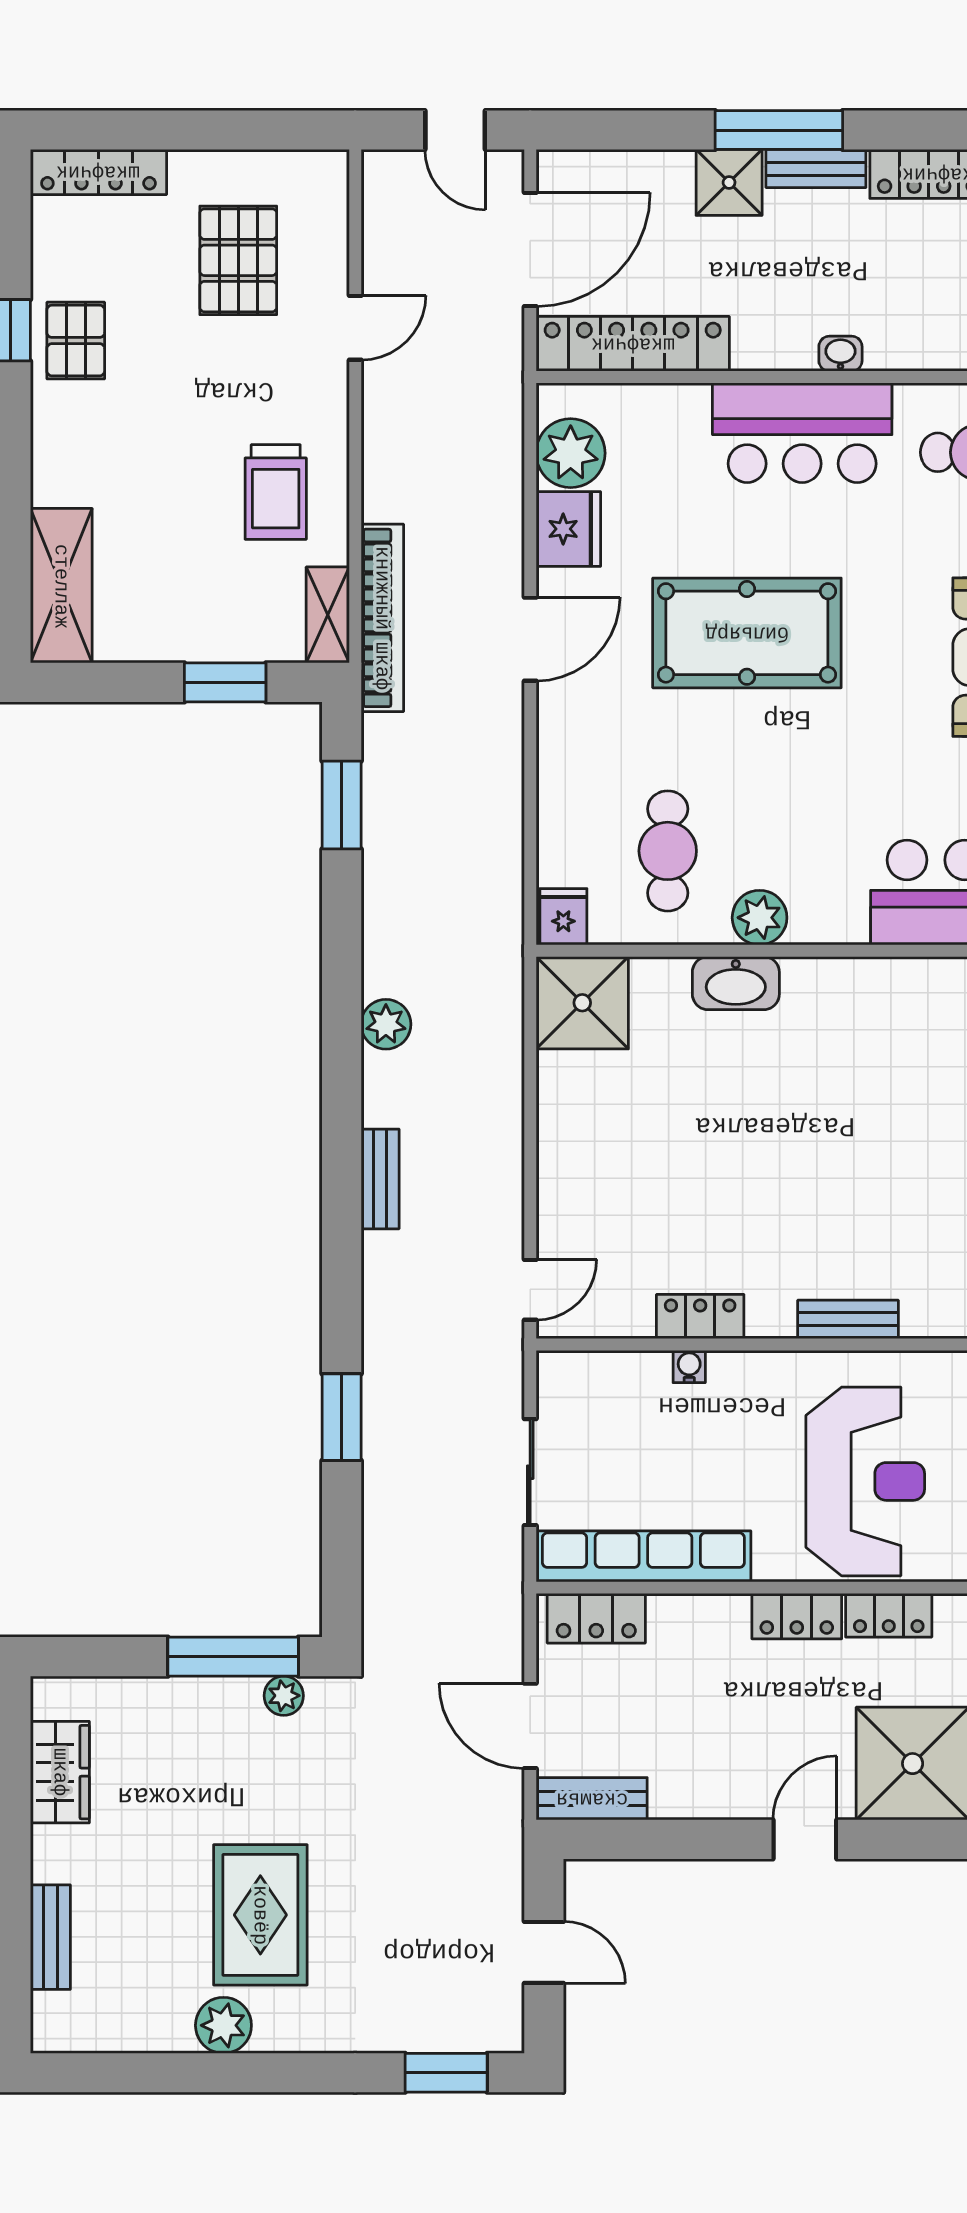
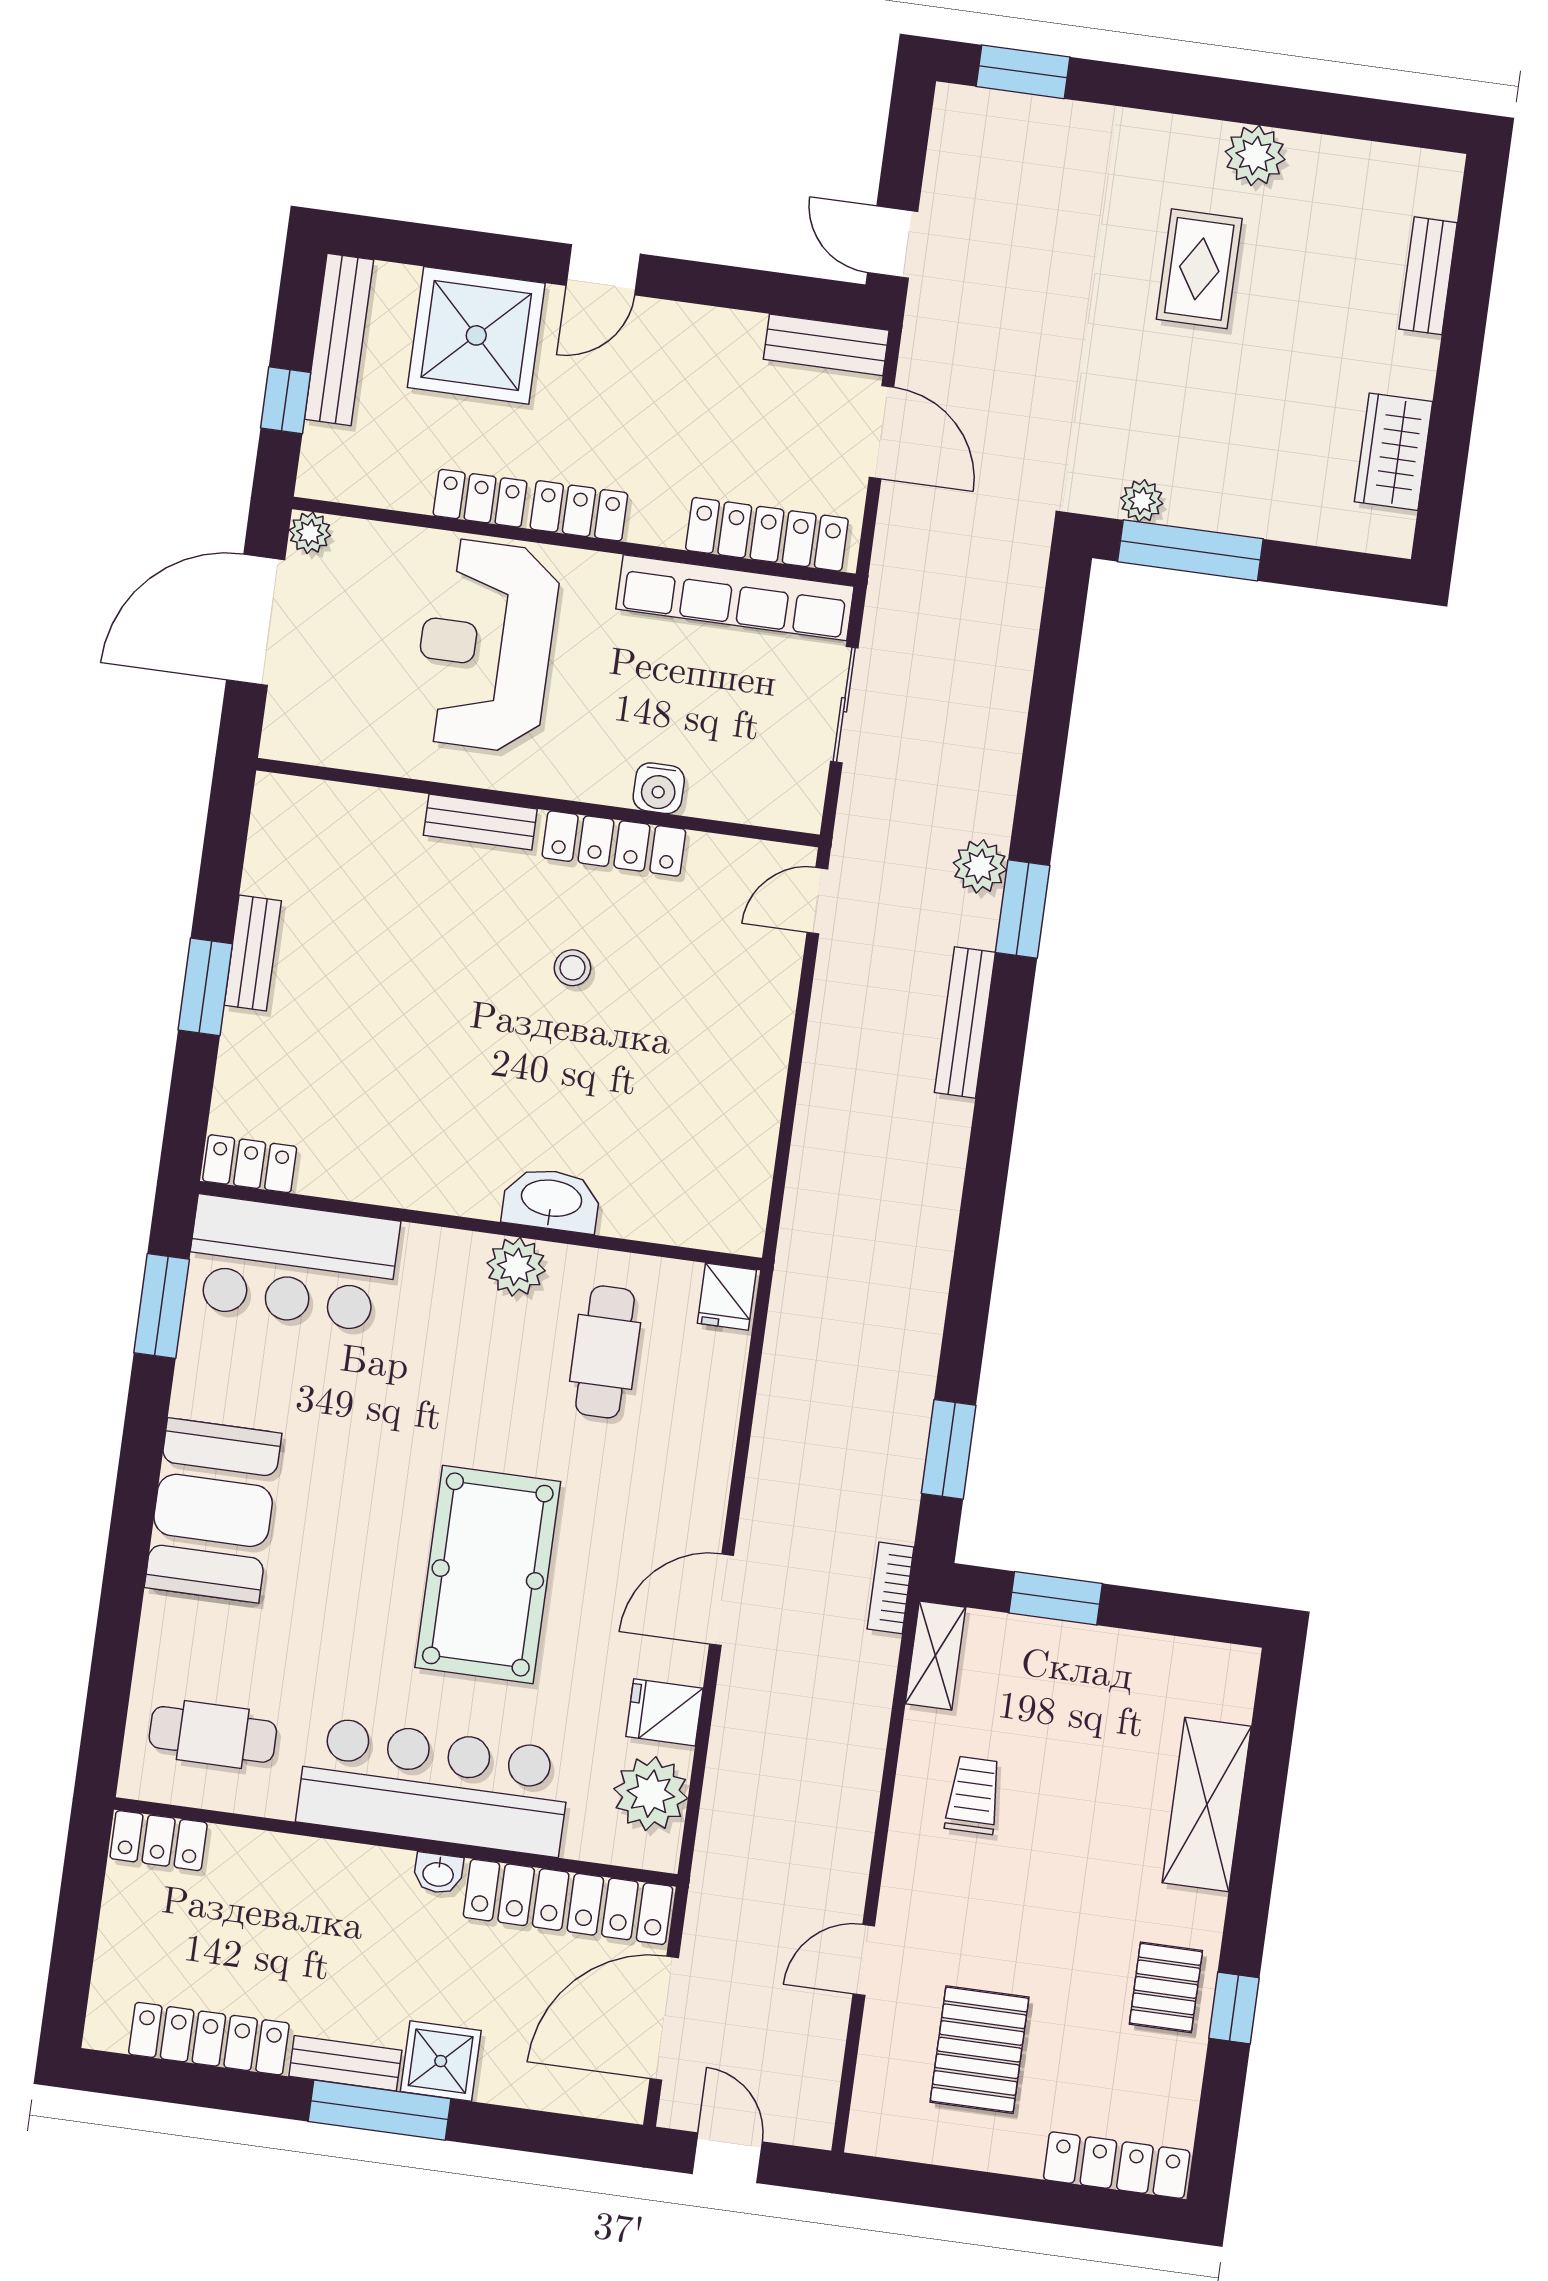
washbasin: (840, 354) -> (438, 1873), moved
bar counter: (802, 433) -> (434, 1786), width x1.36
trolley: (276, 492) -> (973, 1795), width x0.73, depth x0.72
fridge: (568, 529) -> (664, 1712), width x0.72
shelving: (61, 586) -> (1207, 1804), moved
bookcase: (382, 618) -> (891, 1588), width x0.43, depth x0.76
pool table: (747, 633) -> (488, 1574), turned 90
shower: (582, 1003) -> (719, 1201), removed
plant: (386, 1024) -> (980, 866), moved
bench: (380, 1179) -> (965, 1022), width x1.36
stool: (745, 1198) -> (572, 968), added
locker: (700, 1317) -> (614, 844), width x1.53
water cooler: (689, 1367) -> (659, 788), width x1.38, depth x1.38
window: (342, 1417) -> (1023, 909), moved
locker: (596, 1618) -> (767, 534), width x1.53
rug: (260, 1915) -> (1199, 269), width x0.73, depth x0.70
door: (544, 1952) -> (893, 242), moved

